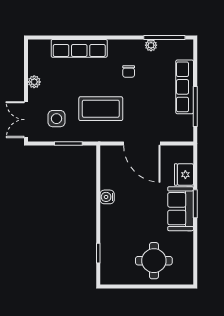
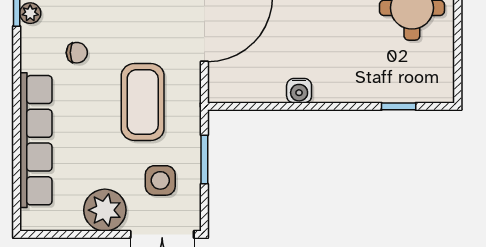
row of seats: (79, 48) -> (36, 140), width x1.36
plant: (34, 82) -> (105, 210), width x1.88, depth x1.88

